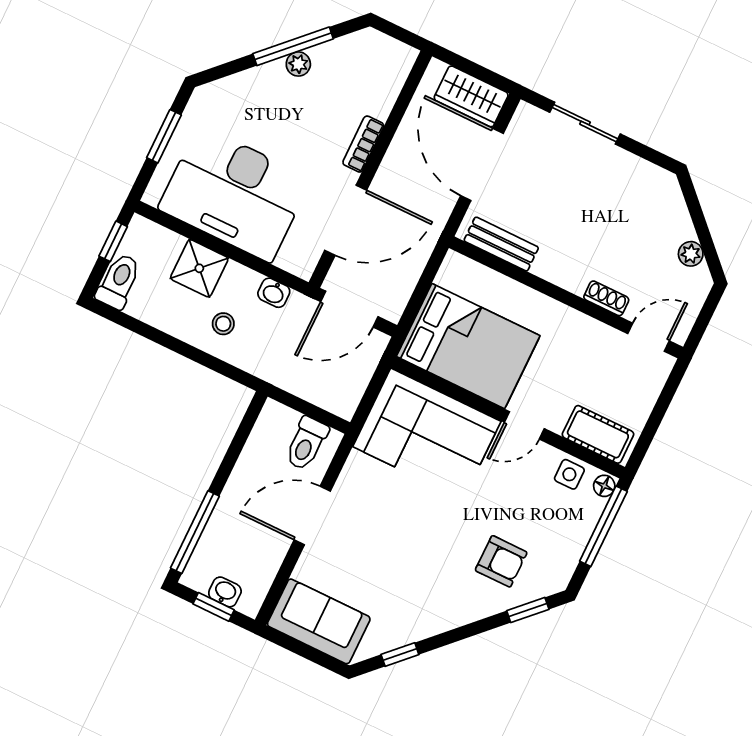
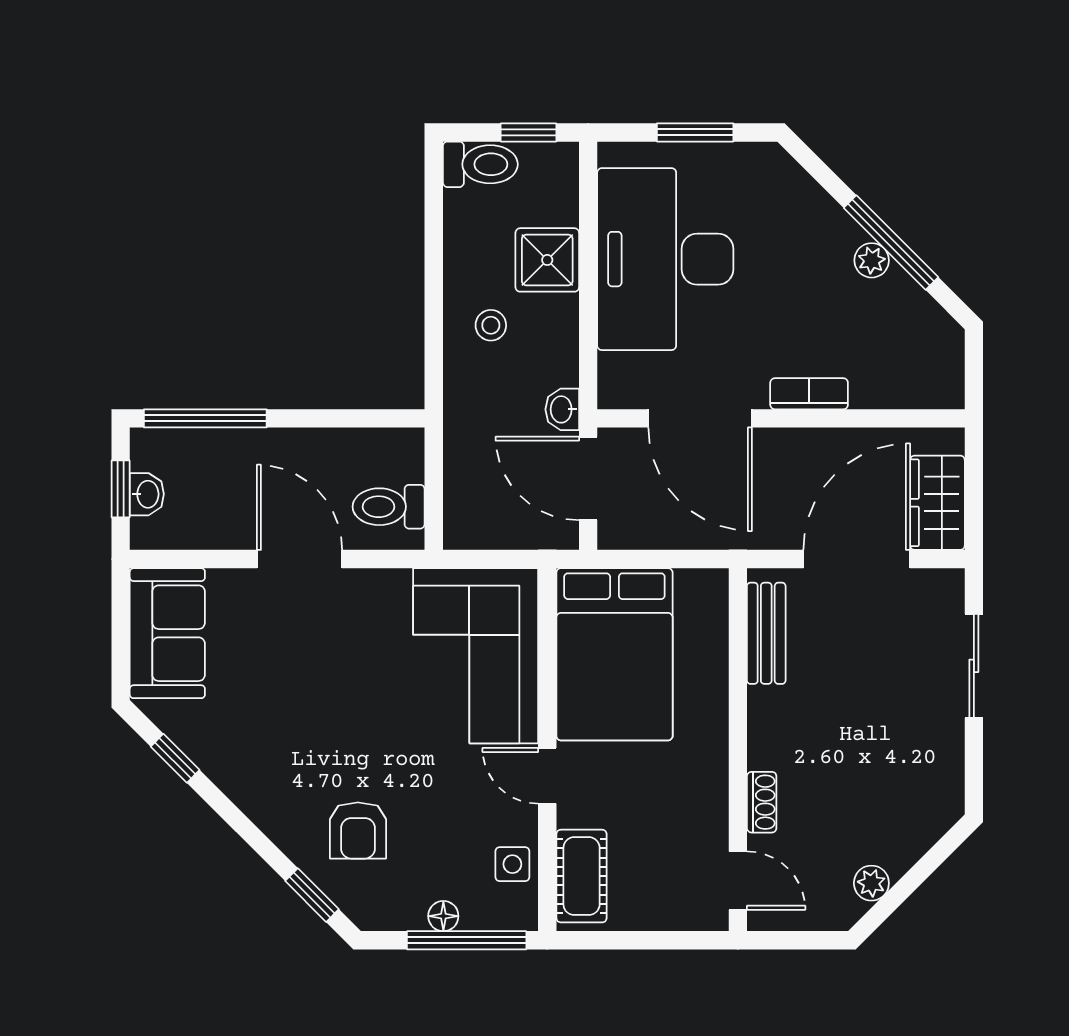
washbasin: (274, 293) -> (562, 409), moved
floor lamp: (604, 486) -> (443, 916), moved

